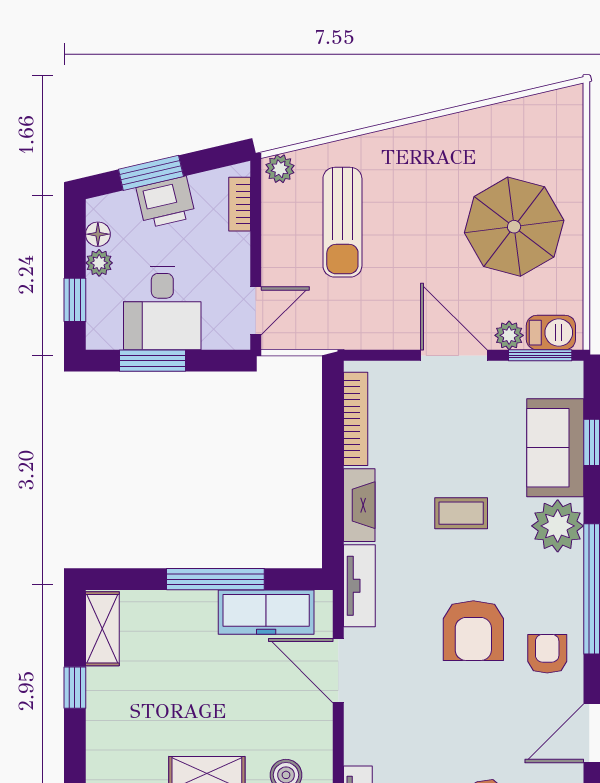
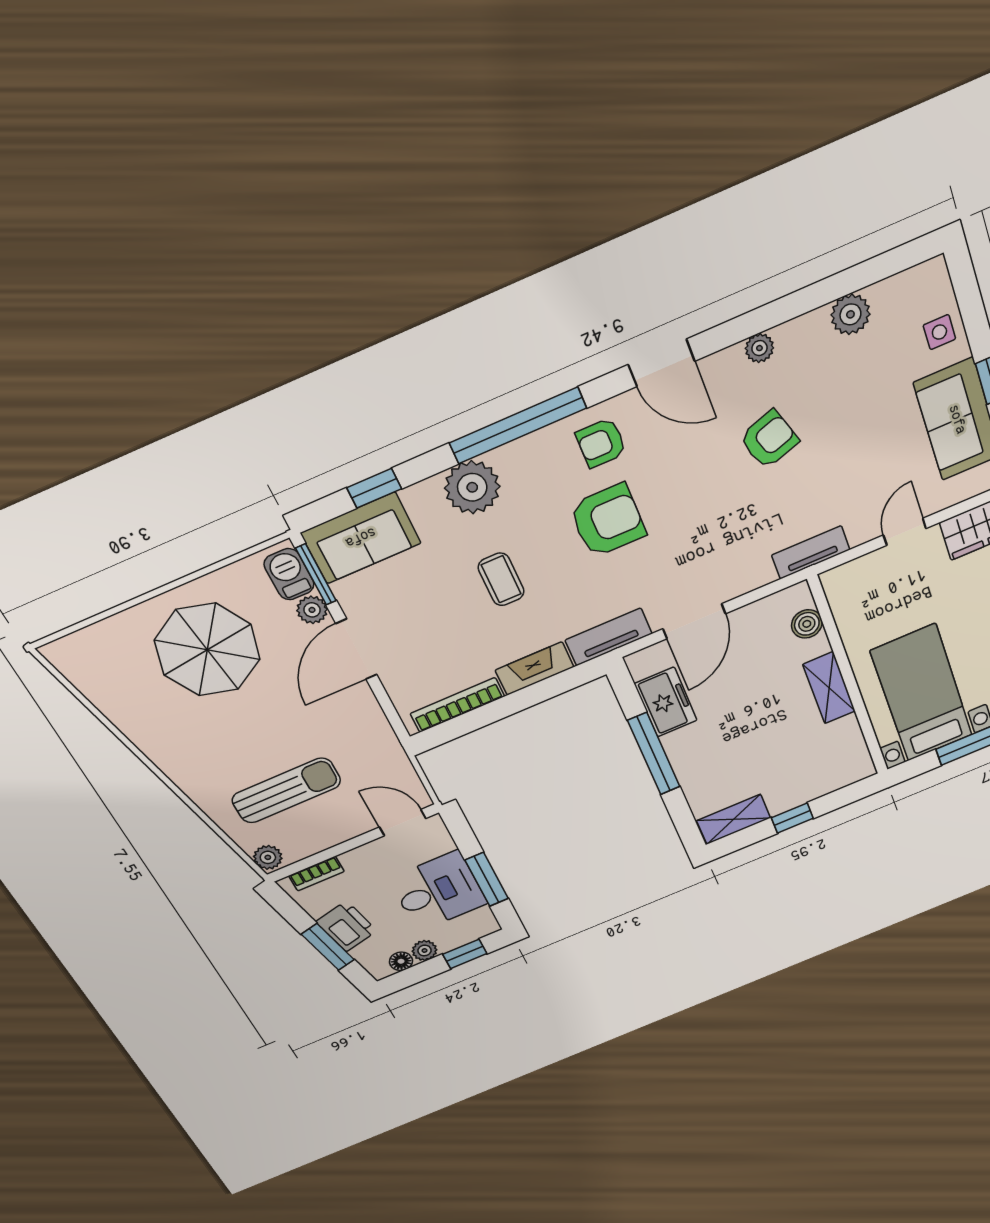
sofa: (555, 448) -> (361, 538), moved
freezer: (266, 612) -> (666, 702), width x0.71

